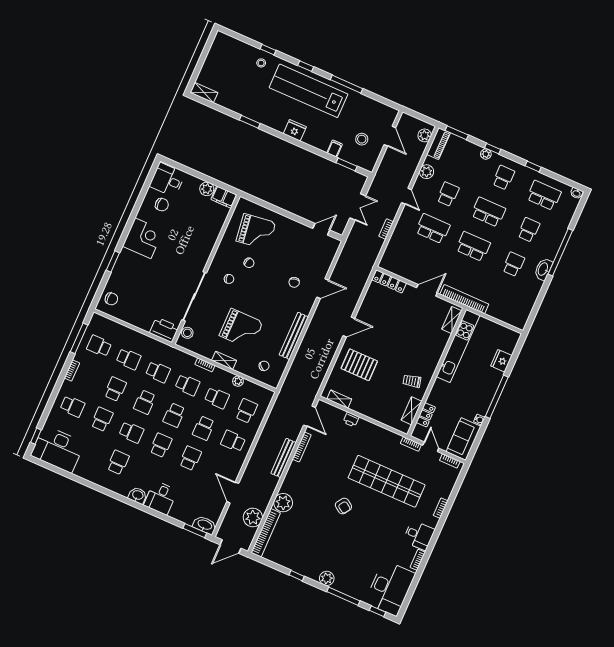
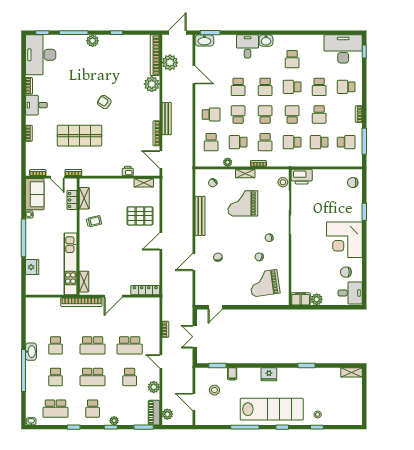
corner desk: (143, 238) -> (344, 240), width x1.36, depth x1.36
school desk: (187, 385) -> (265, 142), turned -90
shop shelf: (387, 481) -> (79, 136), width x0.71

